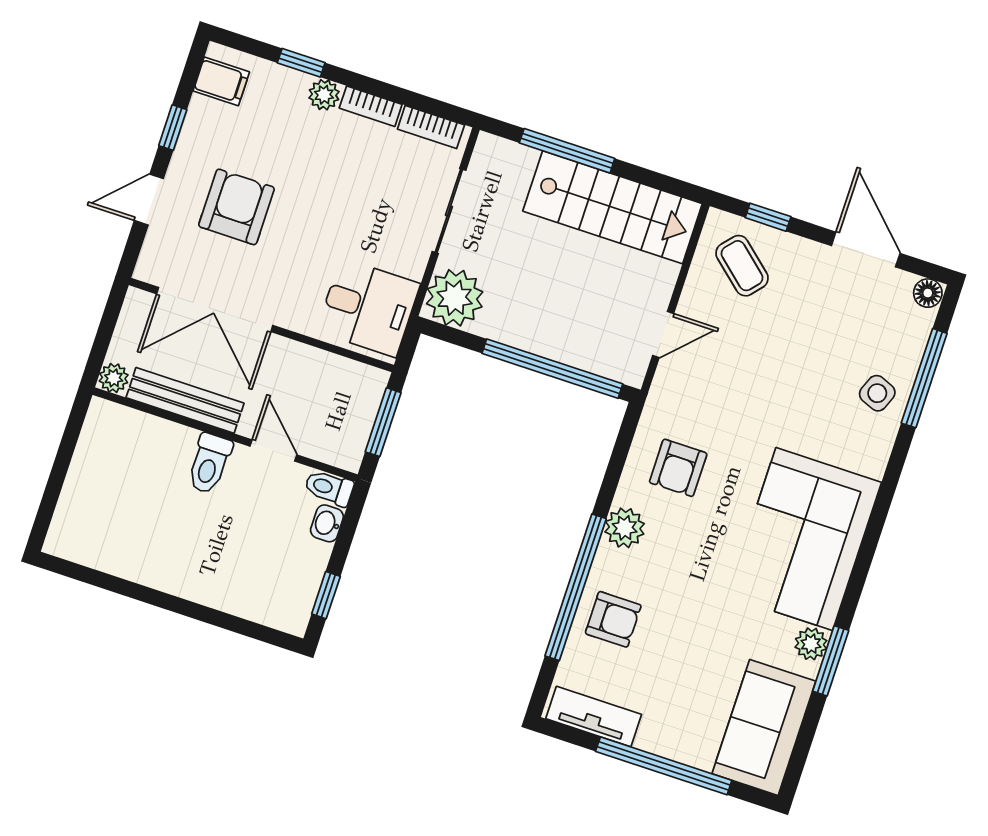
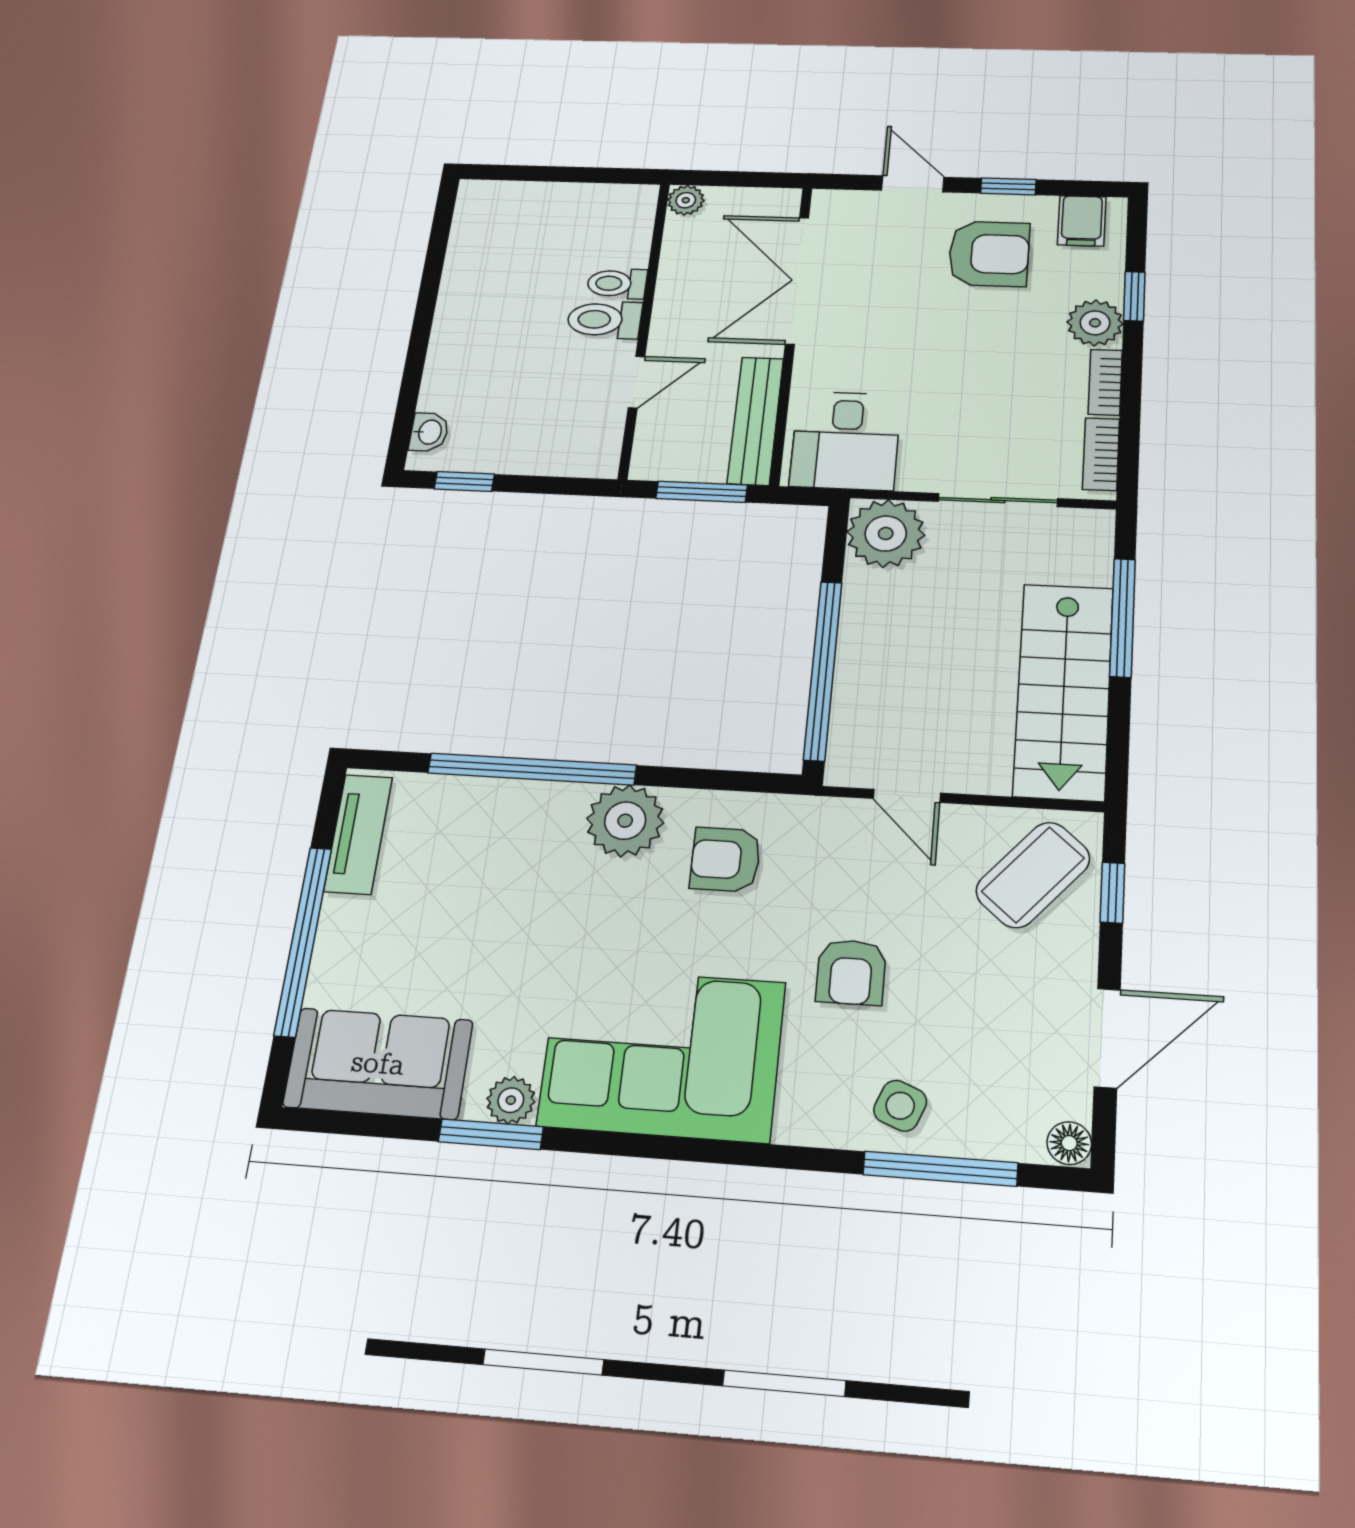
plant: (324, 95) -> (1095, 323), width x1.38, depth x1.38
armchair: (236, 207) -> (989, 254), moved
coffee table: (742, 266) -> (1033, 875), width x1.36, depth x1.30
bench: (185, 400) -> (755, 421), moved
toilet: (329, 488) -> (617, 284), moved, turned -90
washbasin: (327, 523) -> (429, 432), moved, turned 90
plant: (625, 528) -> (625, 821), width x1.36, depth x1.36
armchair: (613, 619) -> (851, 972), moved

